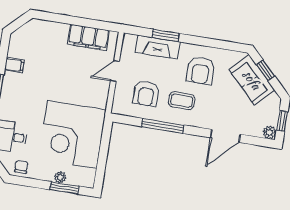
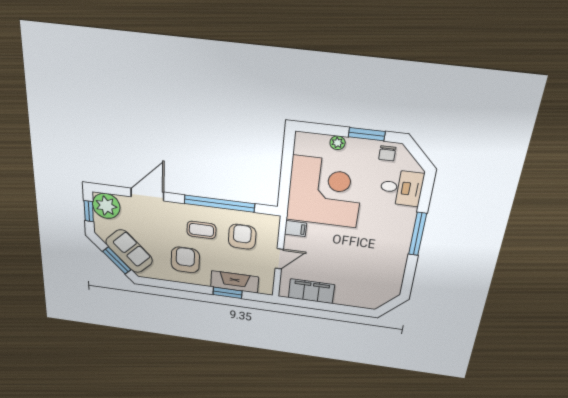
filing cabinet: (14, 65) -> (296, 229), moved, turned 180
window: (265, 70) -> (117, 261), width x1.50
window: (163, 126) -> (219, 204), width x1.46
plant: (270, 132) -> (106, 206), width x1.87, depth x1.87
window: (64, 188) -> (367, 134), moved

